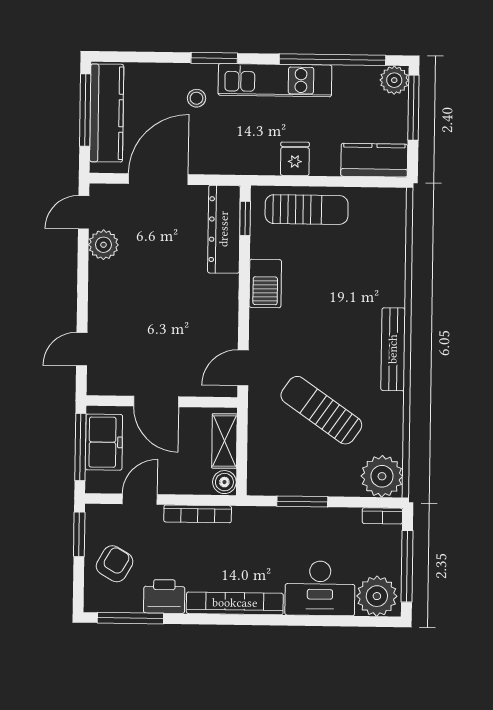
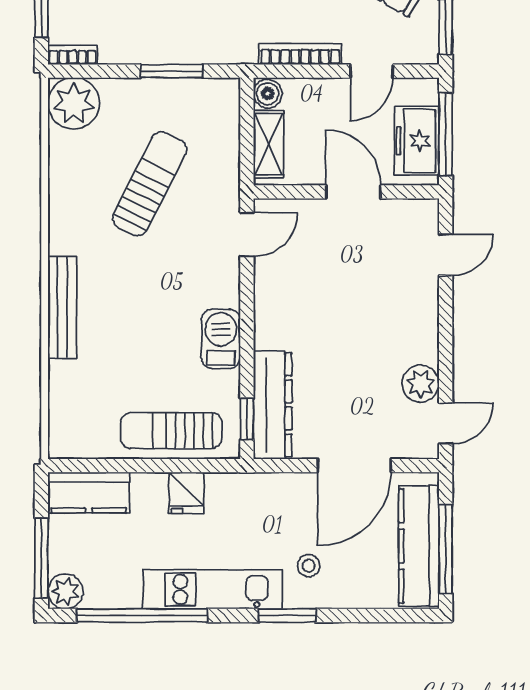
bench: (393, 349) -> (62, 307), moved
sun lounger: (321, 410) -> (150, 184), turned -98

